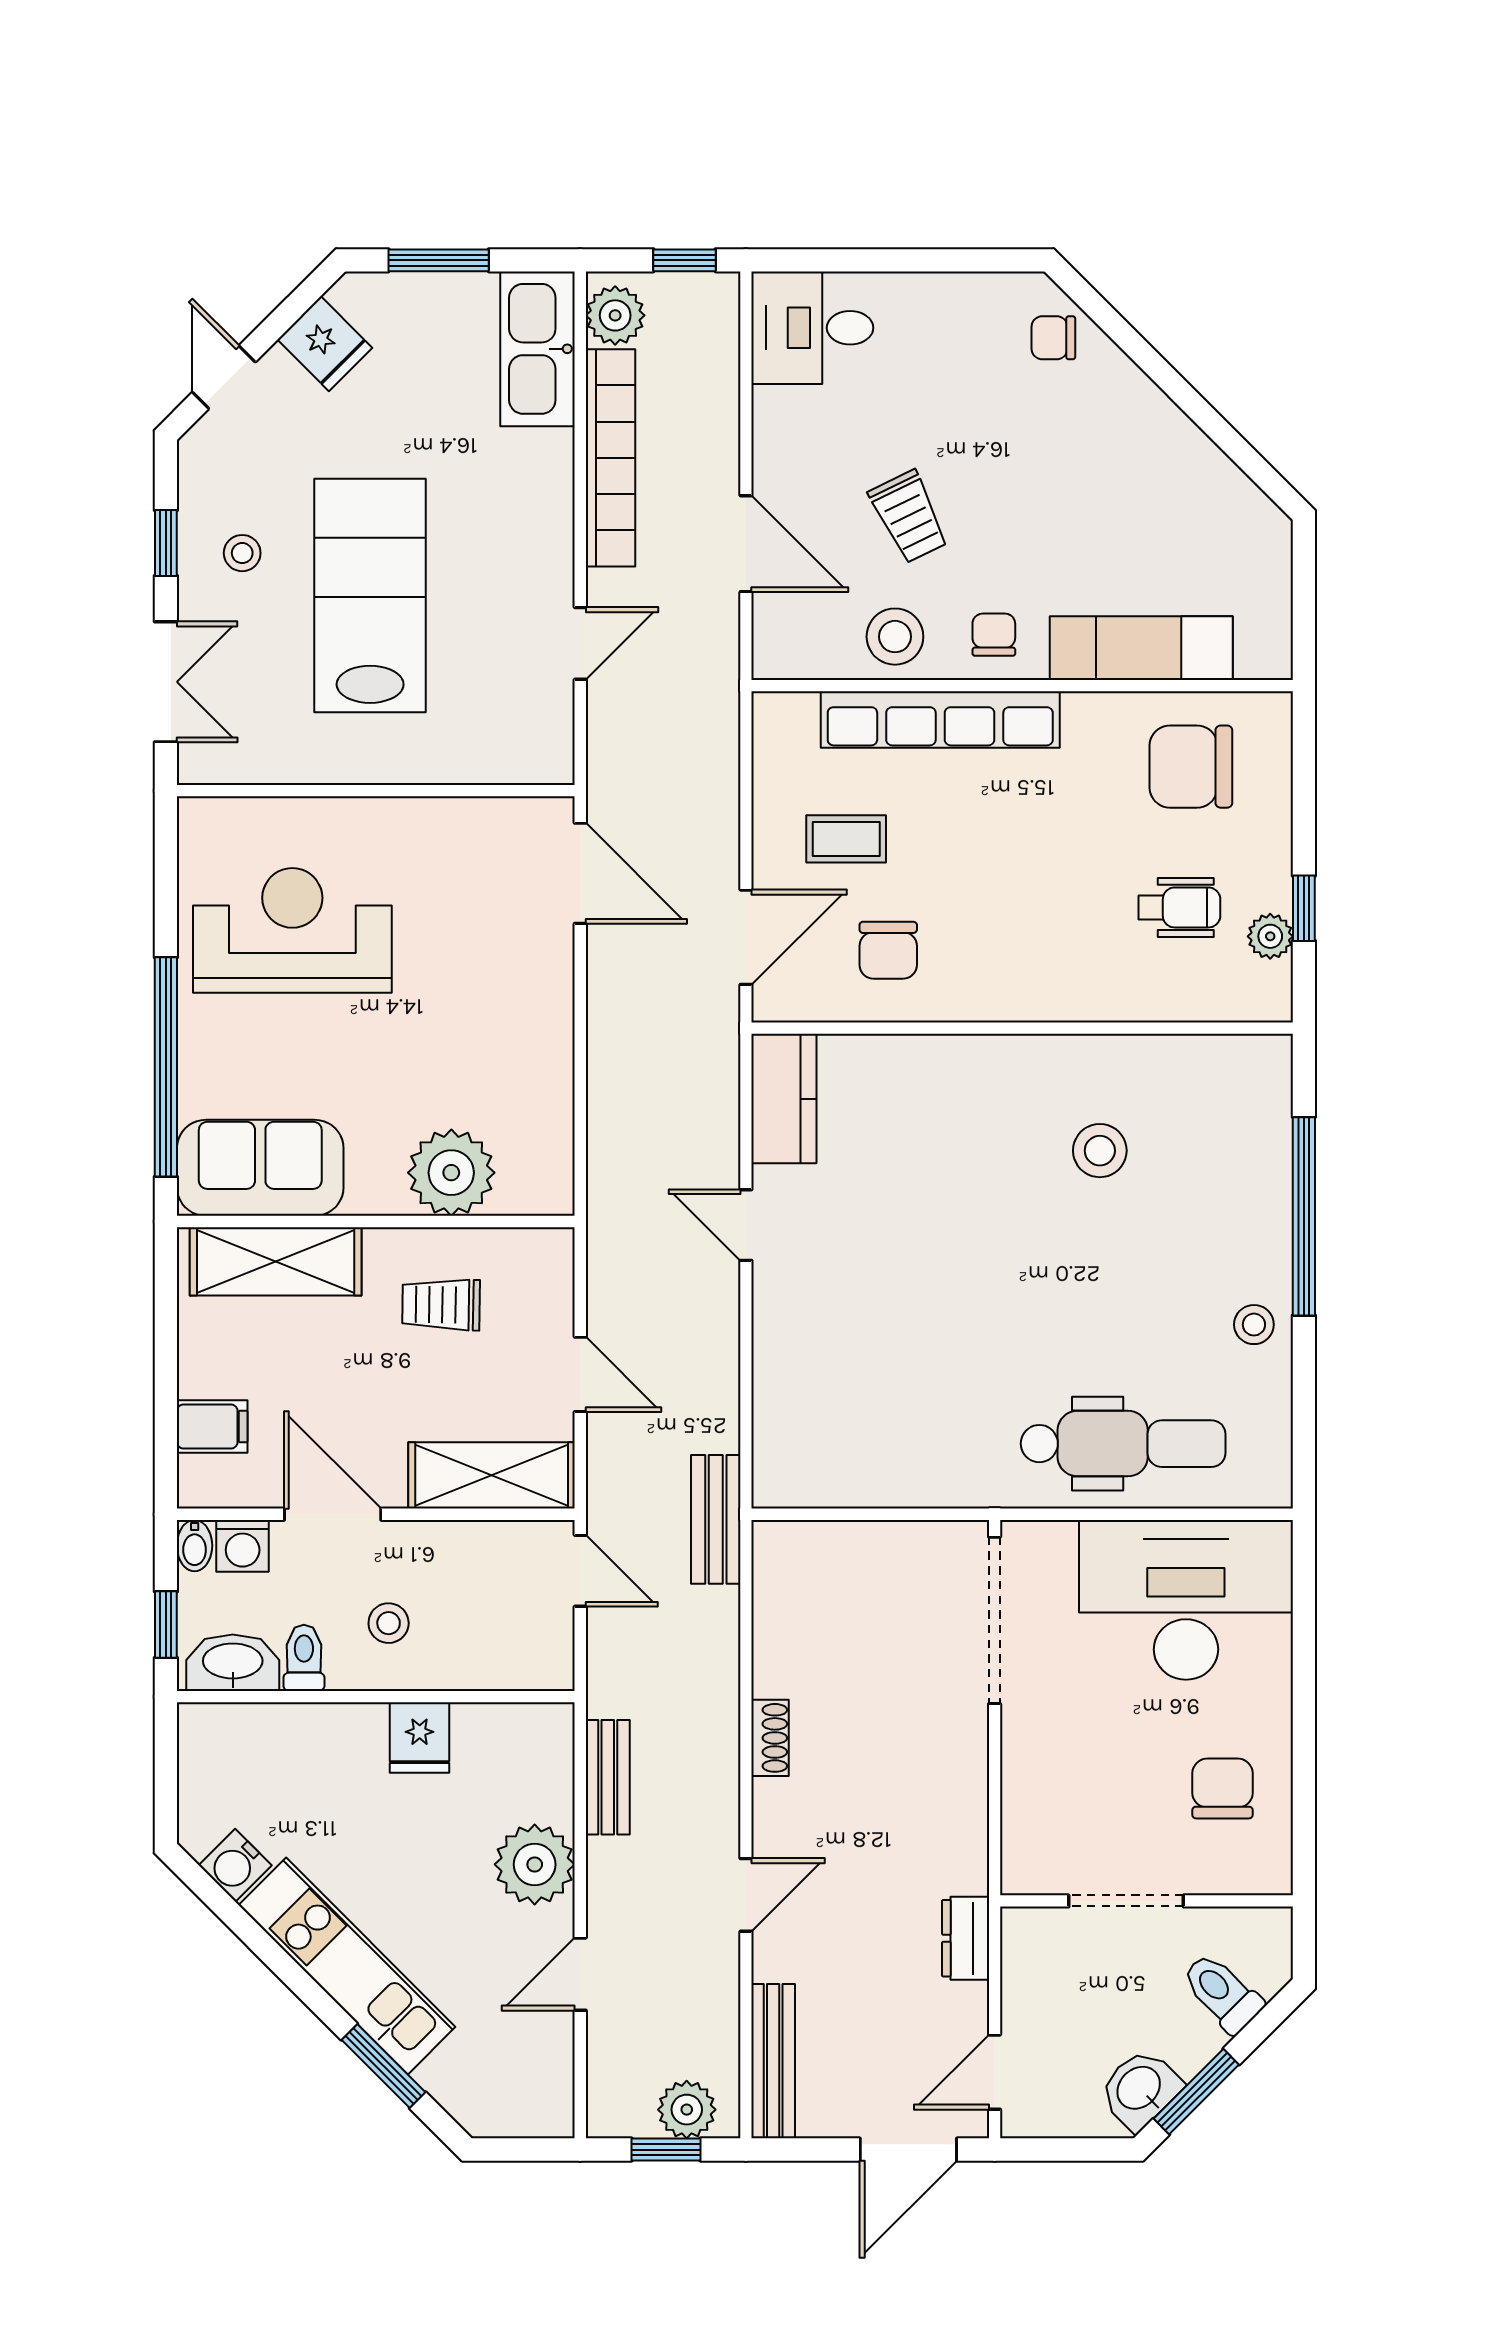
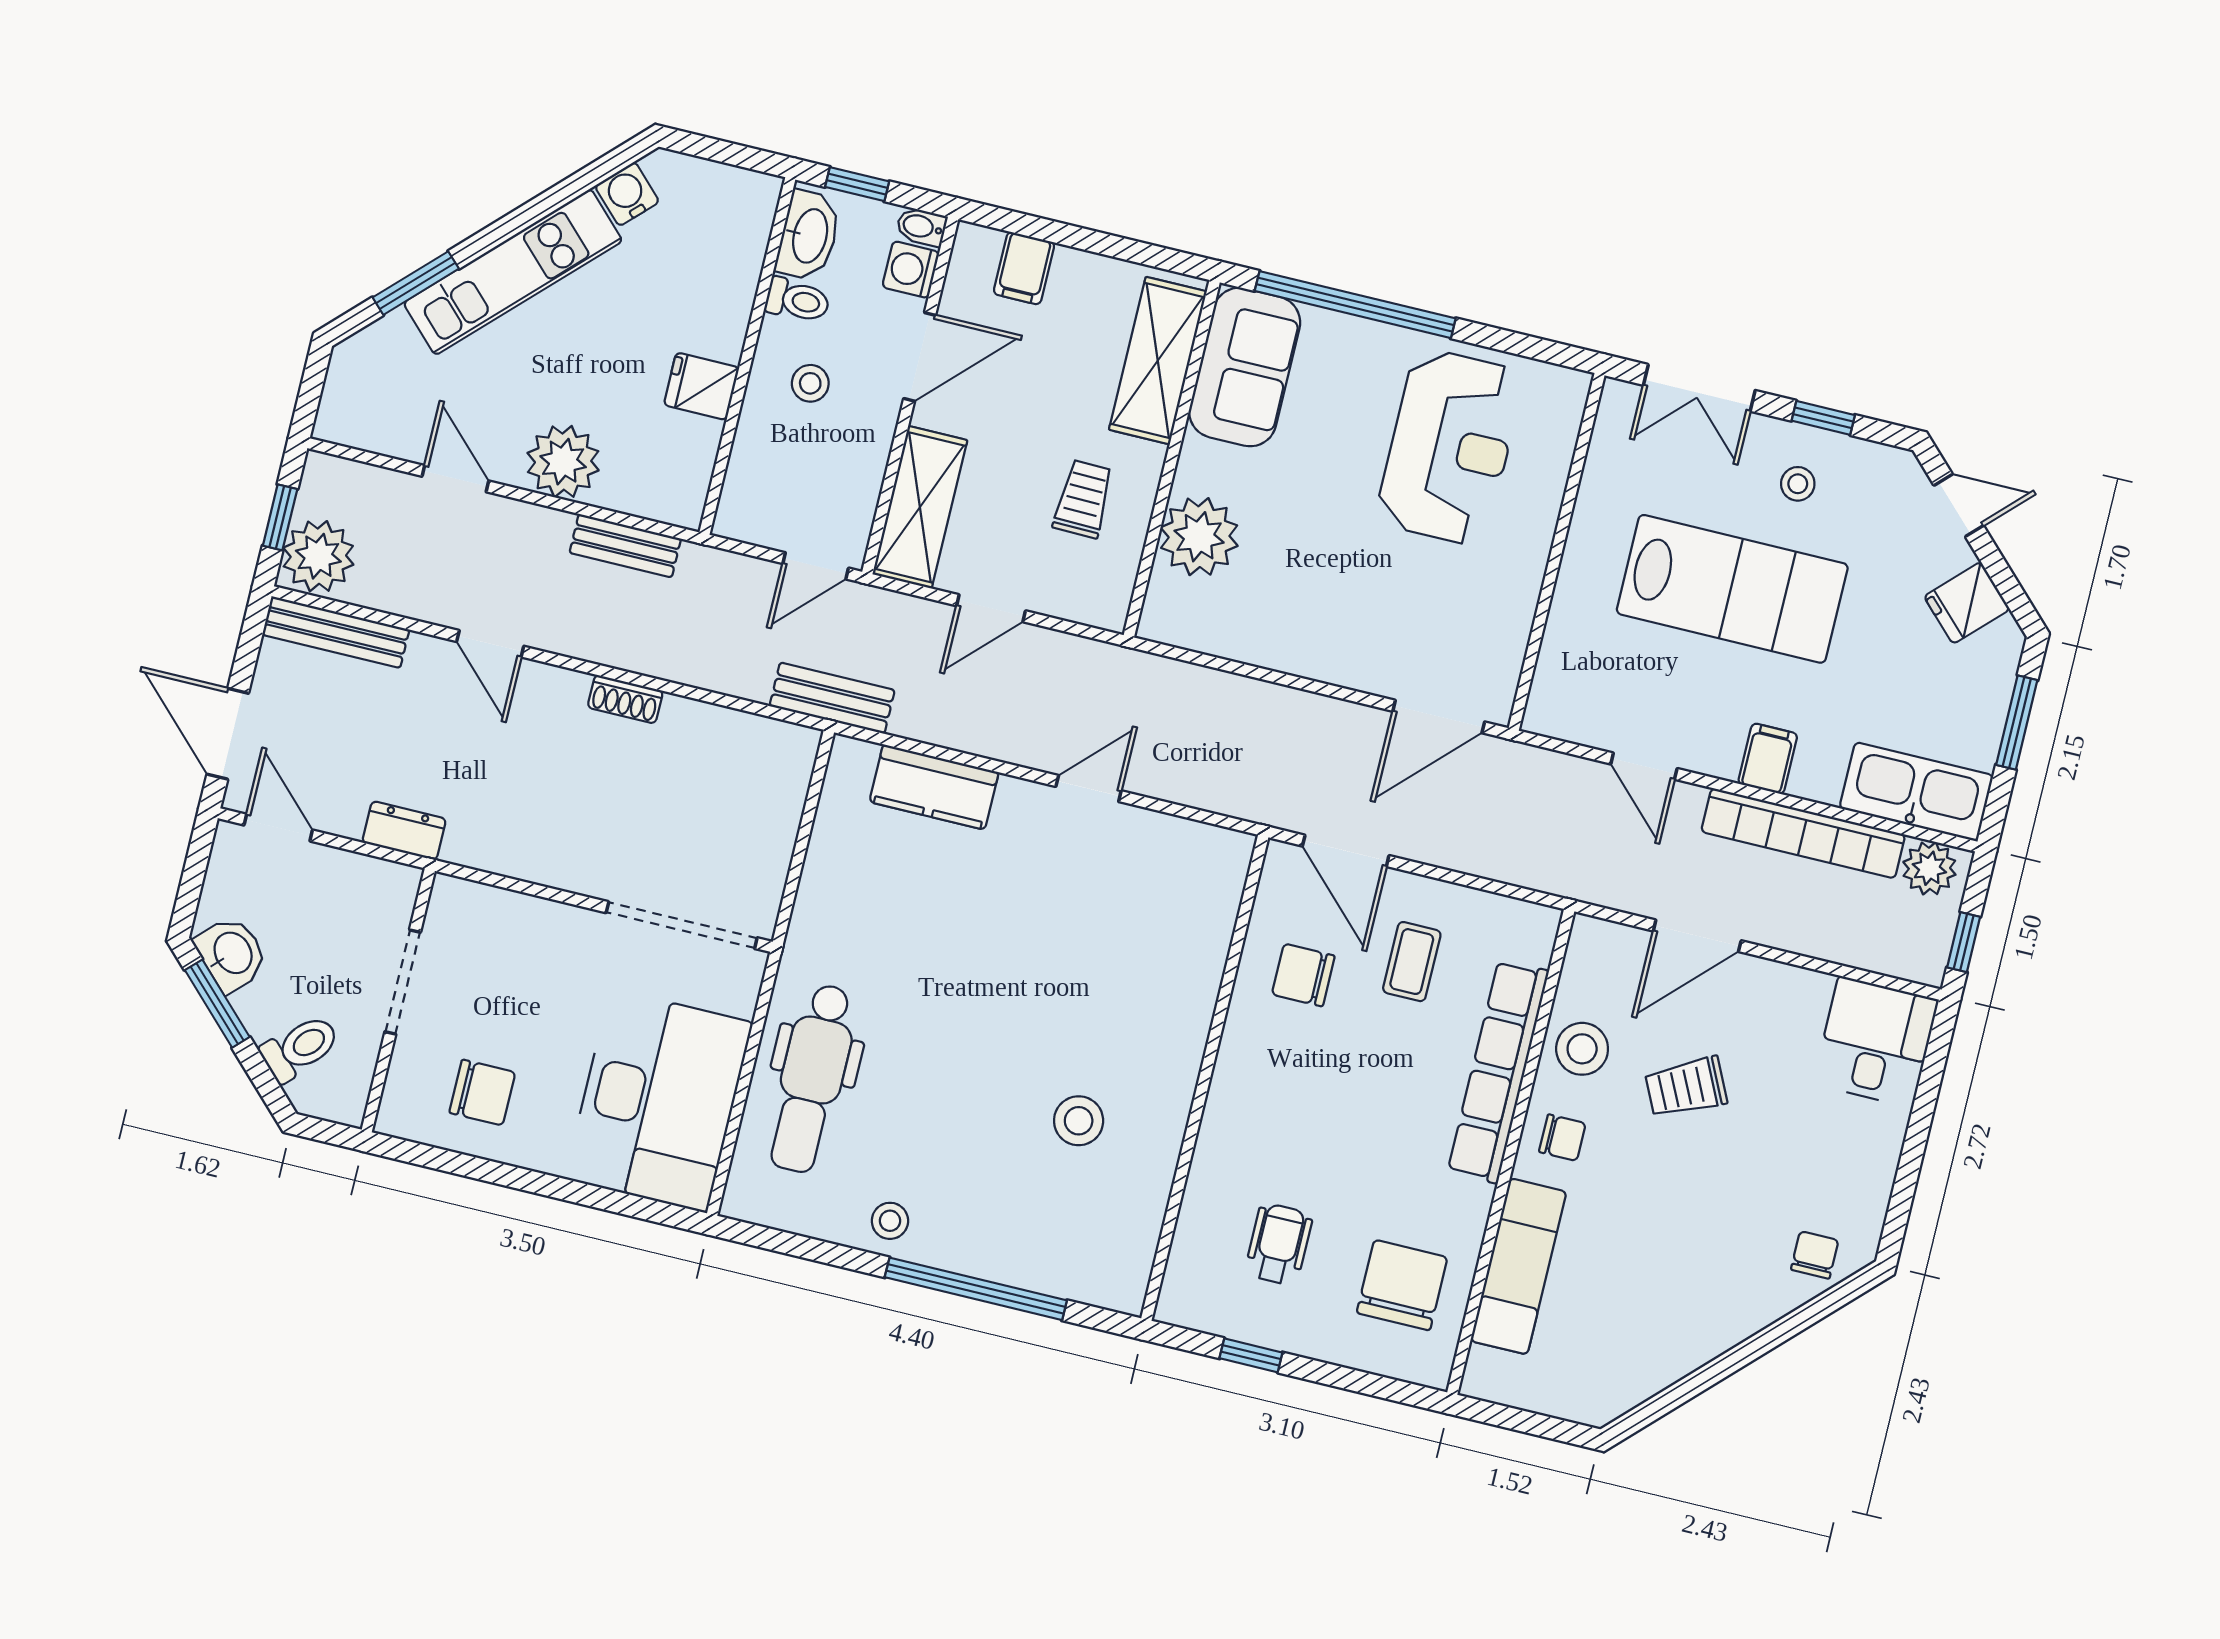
filing cabinet: (541, 514) -> (1768, 759), added
wheelchair: (1179, 907) -> (1279, 1244), turned 180
plant: (1270, 936) -> (1233, 1319), removed
kitchen counter: (784, 1099) -> (934, 787), moved
plant: (687, 2110) -> (318, 556), width x1.36, depth x1.36

